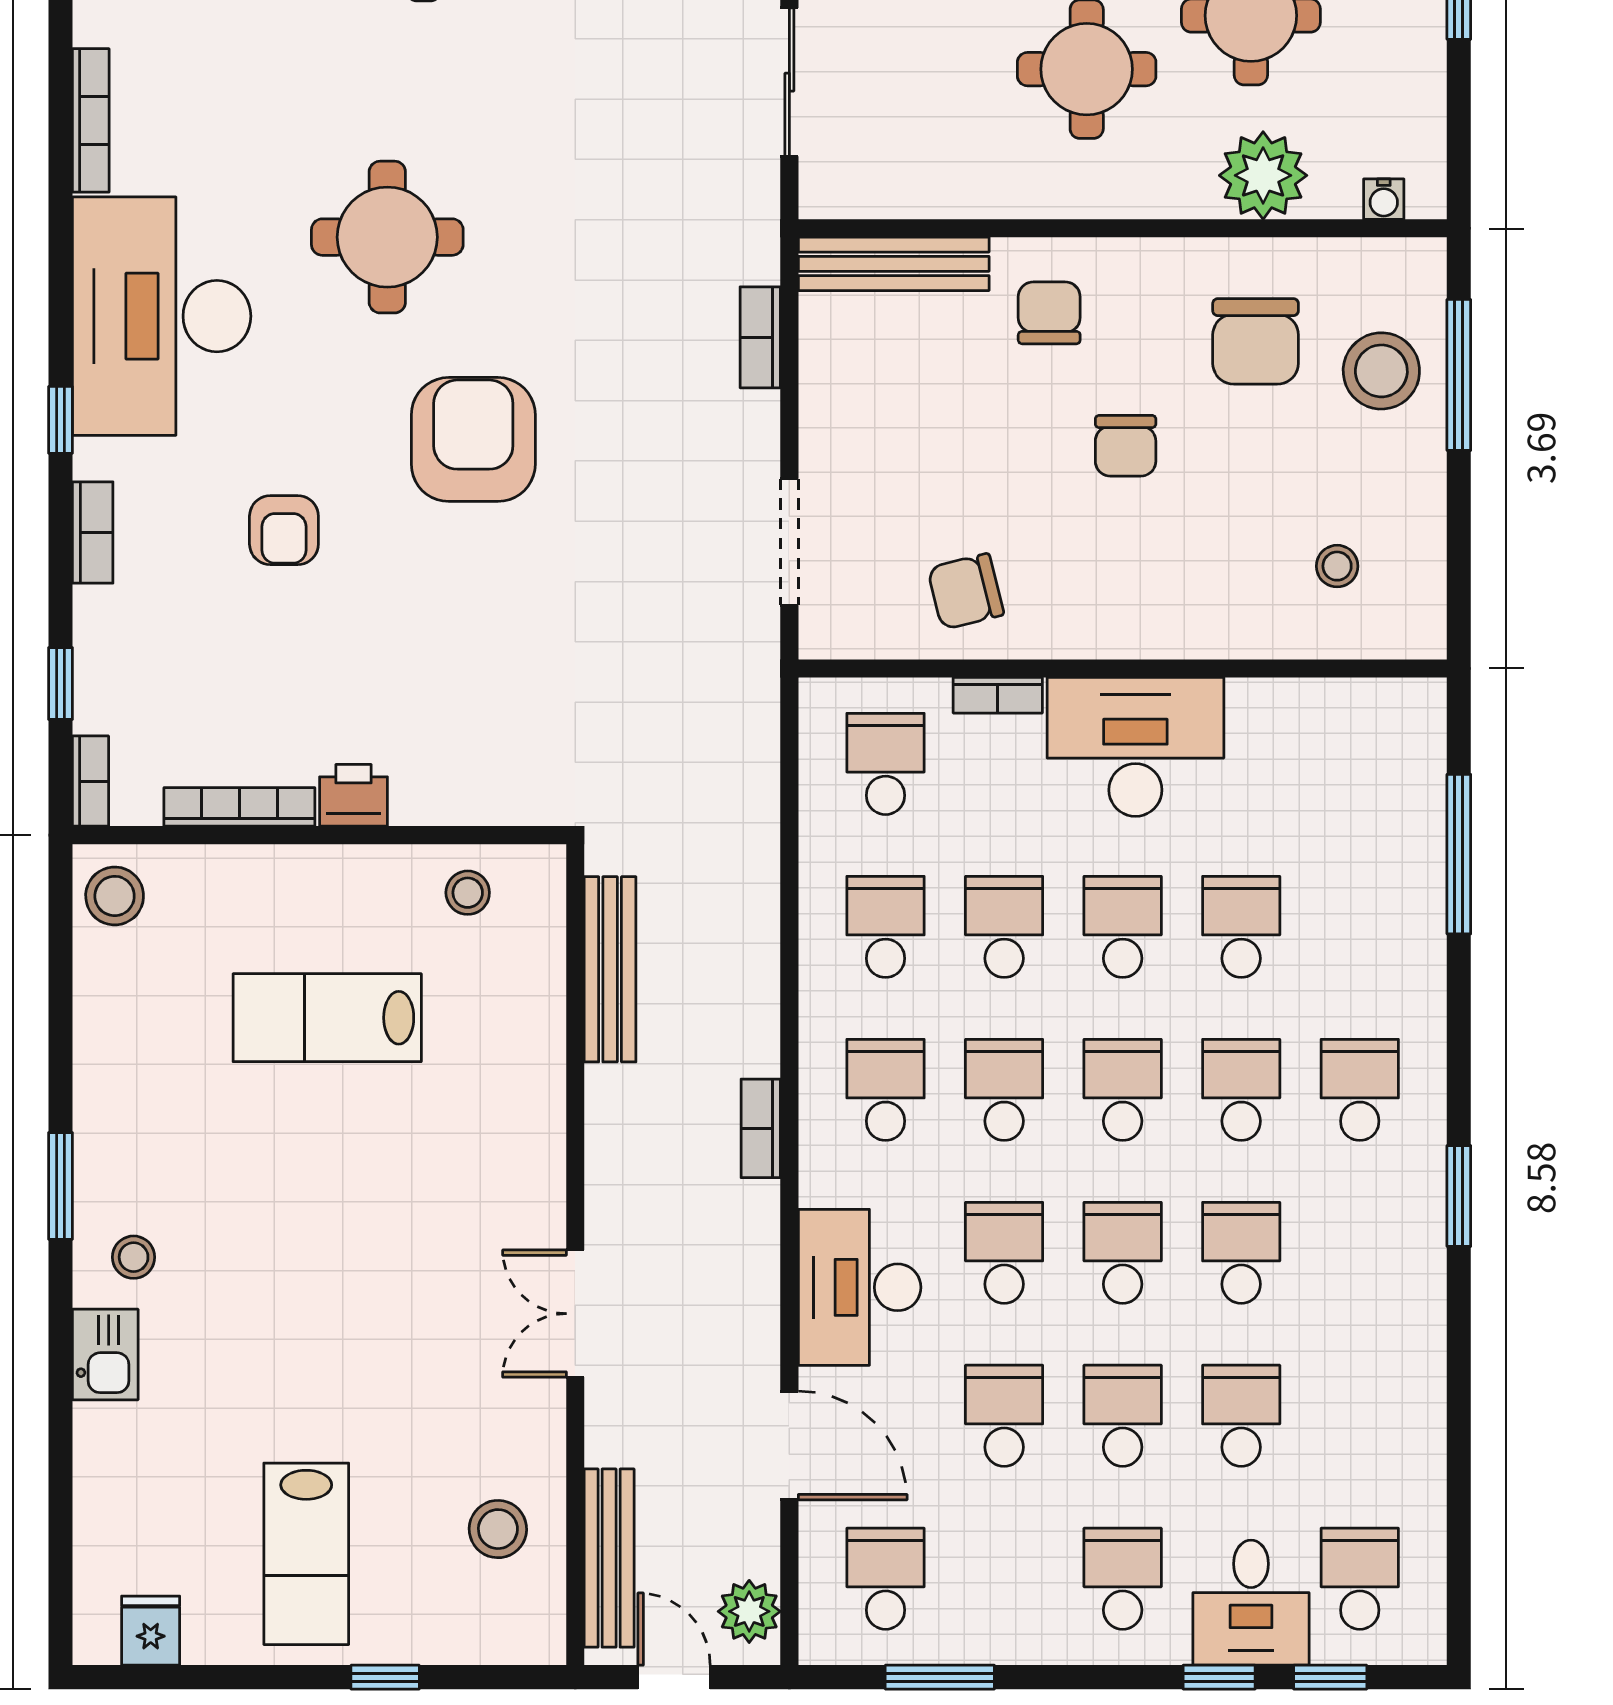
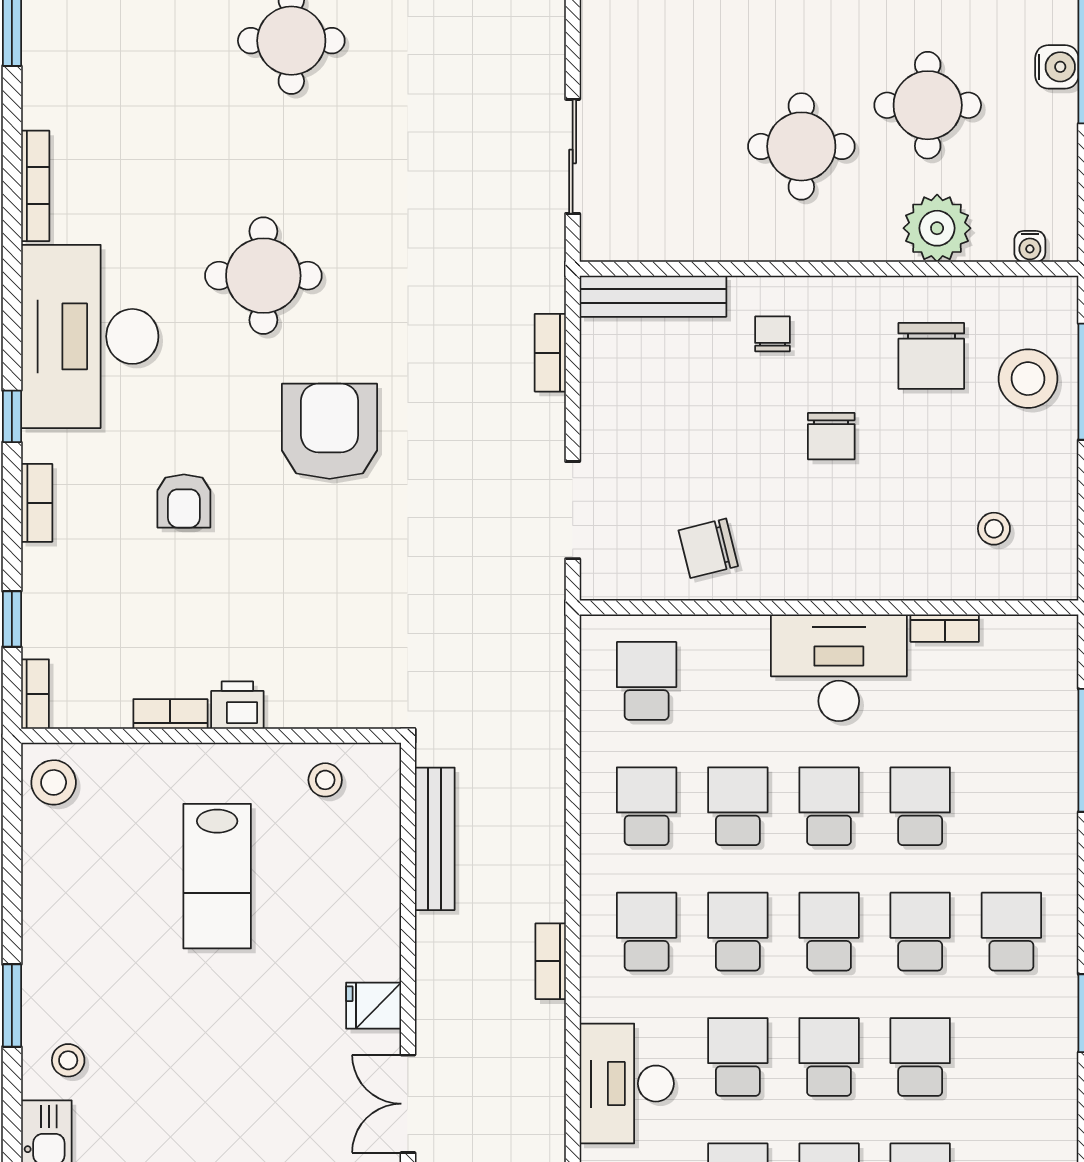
chair: (1049, 313) -> (773, 334), width x0.73, depth x0.73
bookcase: (998, 695) -> (945, 628), moved
bookcase: (239, 807) -> (170, 714), width x0.64
lab bench: (327, 1018) -> (217, 876), turned -90
fridge: (531, 1186) -> (374, 1006), added

